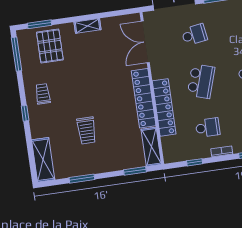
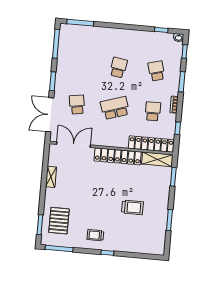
shelving: (88, 26) -> (51, 177), moved
double door: (145, 42) -> (74, 145), swing flipped
pallet: (50, 46) -> (59, 221), turned 90
school desk: (201, 81) -> (115, 108), turned -36
locker: (164, 107) -> (151, 144), moved
shelving: (43, 160) -> (147, 247), removed

